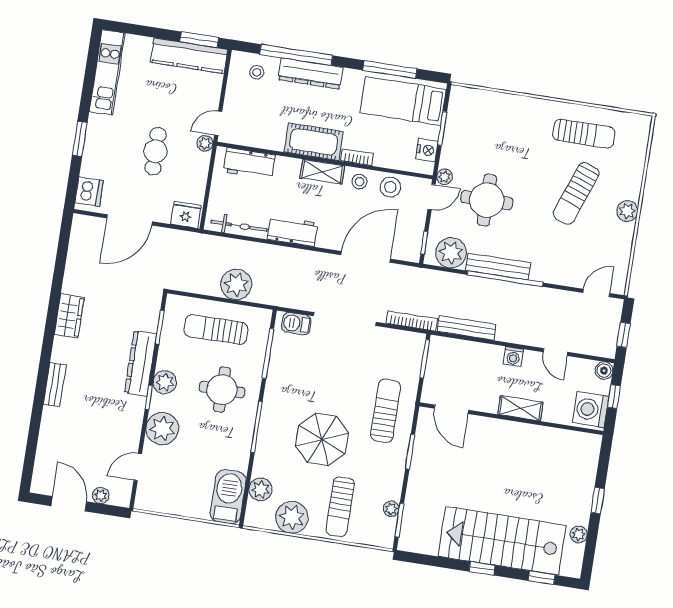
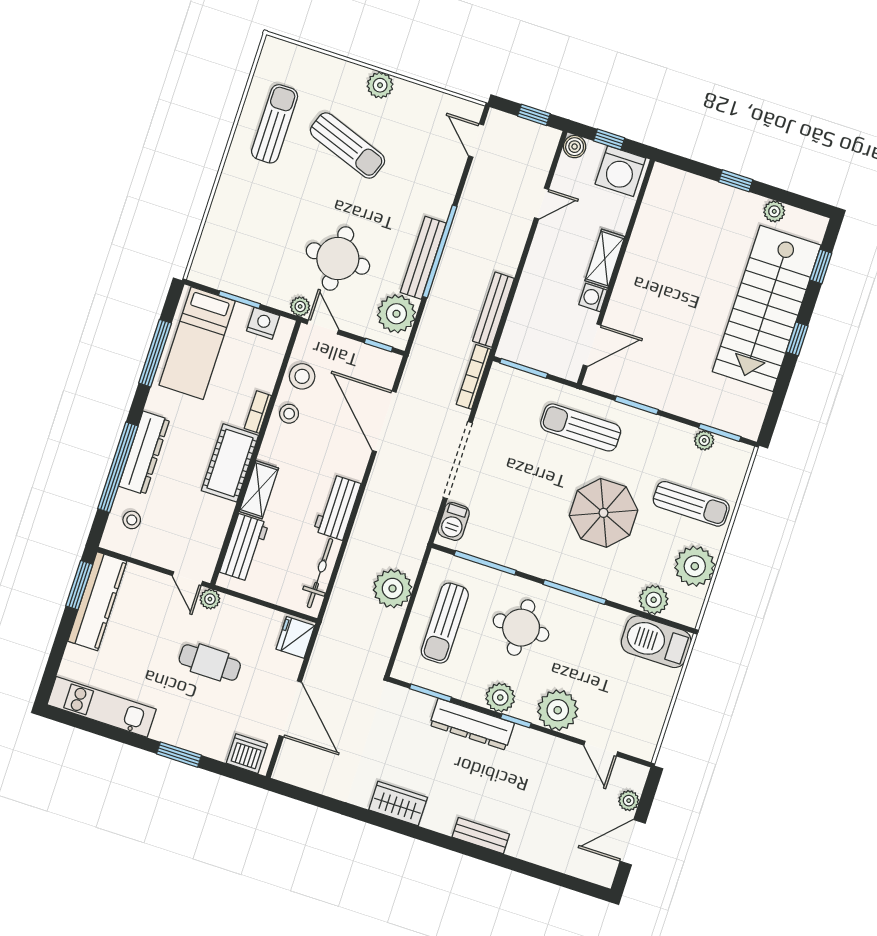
shelving: (322, 172) -> (259, 490), moved
washing machine: (513, 357) -> (593, 297), moved, turned 180

